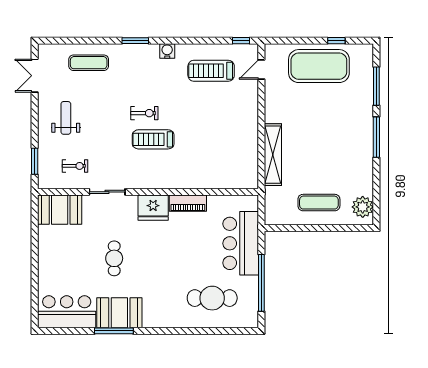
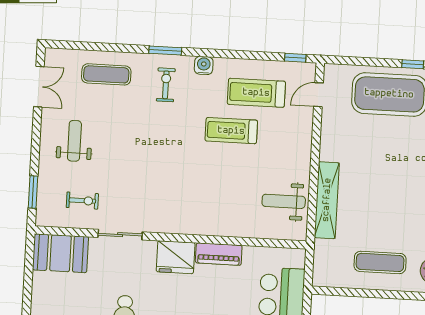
double door: (35, 76) -> (39, 87), swing flipped
exercise bike: (144, 113) -> (166, 85), moved, turned -90
treadmill: (153, 139) -> (231, 131), moved
weight bench: (238, 157) -> (284, 201), added

